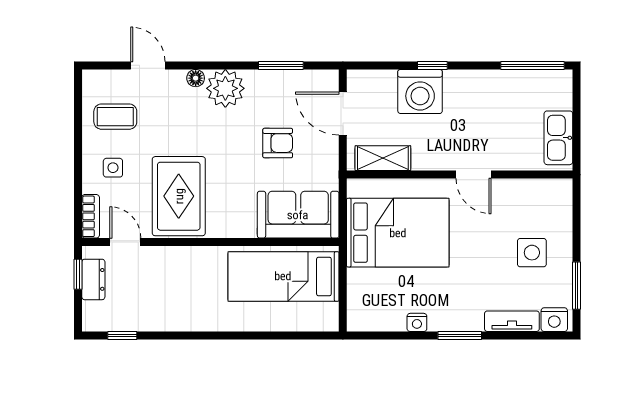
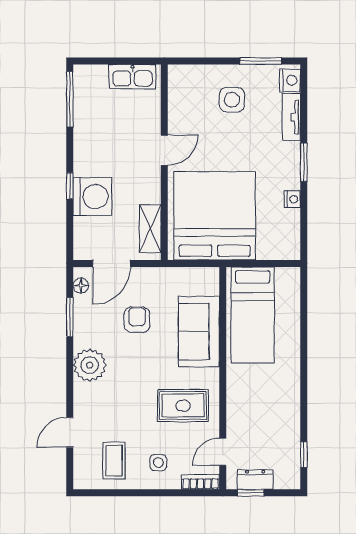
floor lamp: (196, 78) -> (81, 286), moved
rug: (179, 196) -> (183, 406), width x0.73, depth x0.70
sofa: (298, 215) -> (199, 332), moved
bed: (398, 233) -> (215, 216), width x1.36

